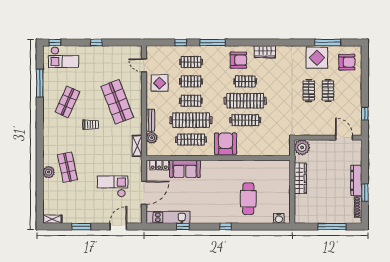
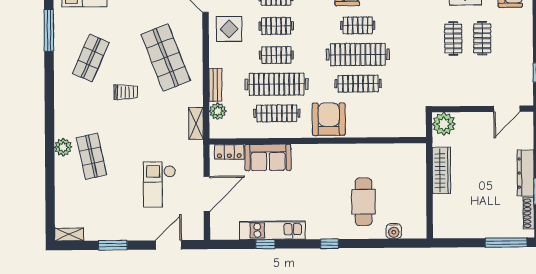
door: (344, 138) -> (507, 109), swing flipped
plant: (49, 172) -> (63, 147), moved
checkout: (113, 186) -> (160, 185), turned -90
kitchen unit: (168, 217) -> (272, 230), moved
water cooler: (279, 218) -> (394, 231), moved
window: (332, 227) -> (506, 242), moved

